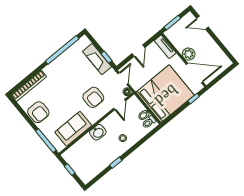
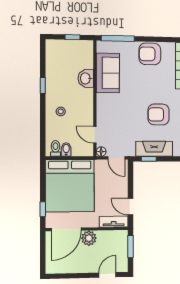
door: (138, 51) -> (131, 207), moved
armchair: (93, 97) -> (158, 114), moved
washbasin: (98, 132) -> (86, 78), moved

